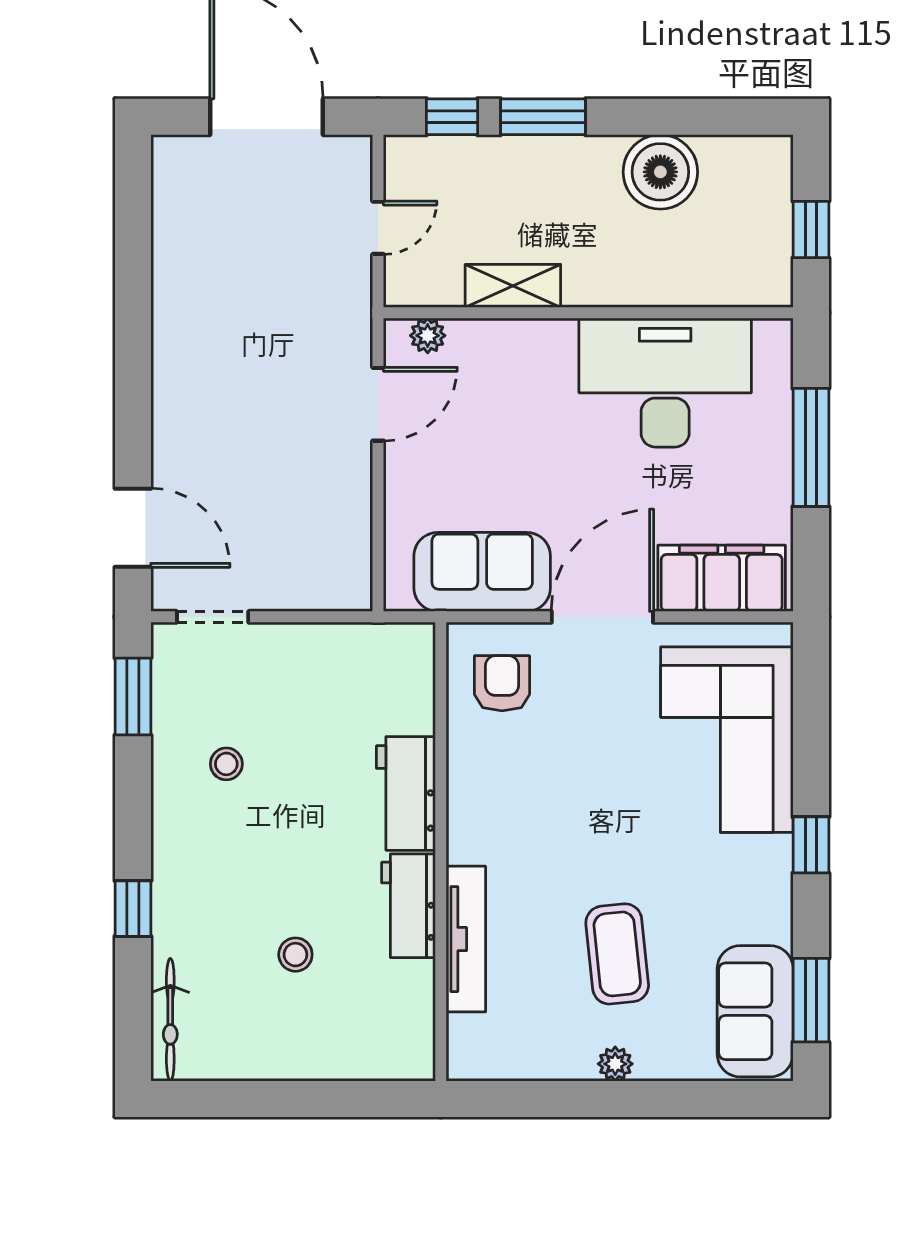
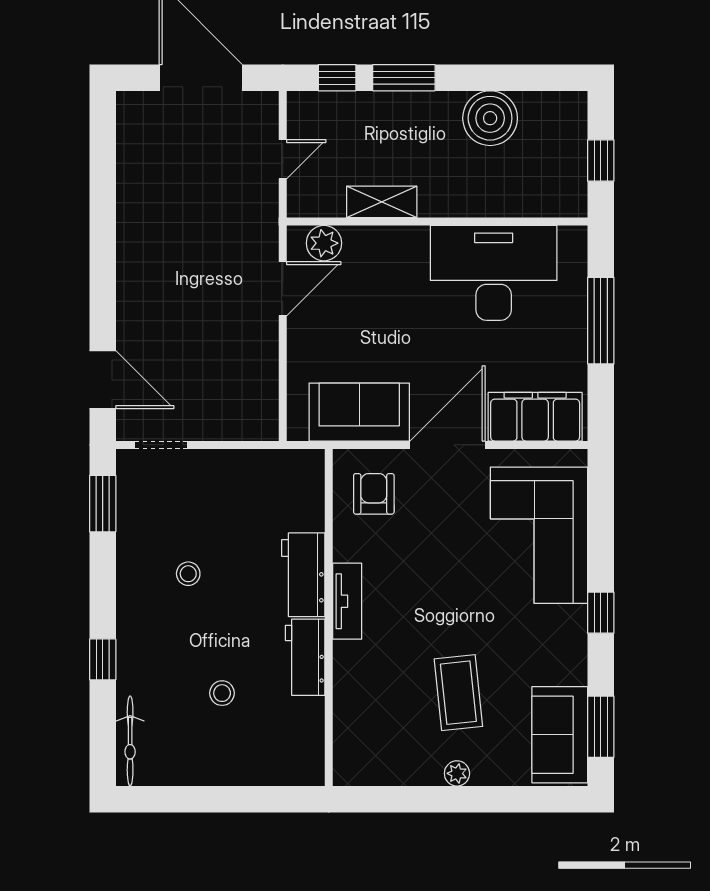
plant: (428, 336) -> (324, 243), width x1.38, depth x1.38
stool: (226, 764) -> (188, 574), moved
tv unit: (466, 939) -> (347, 601), moved, width x0.71

